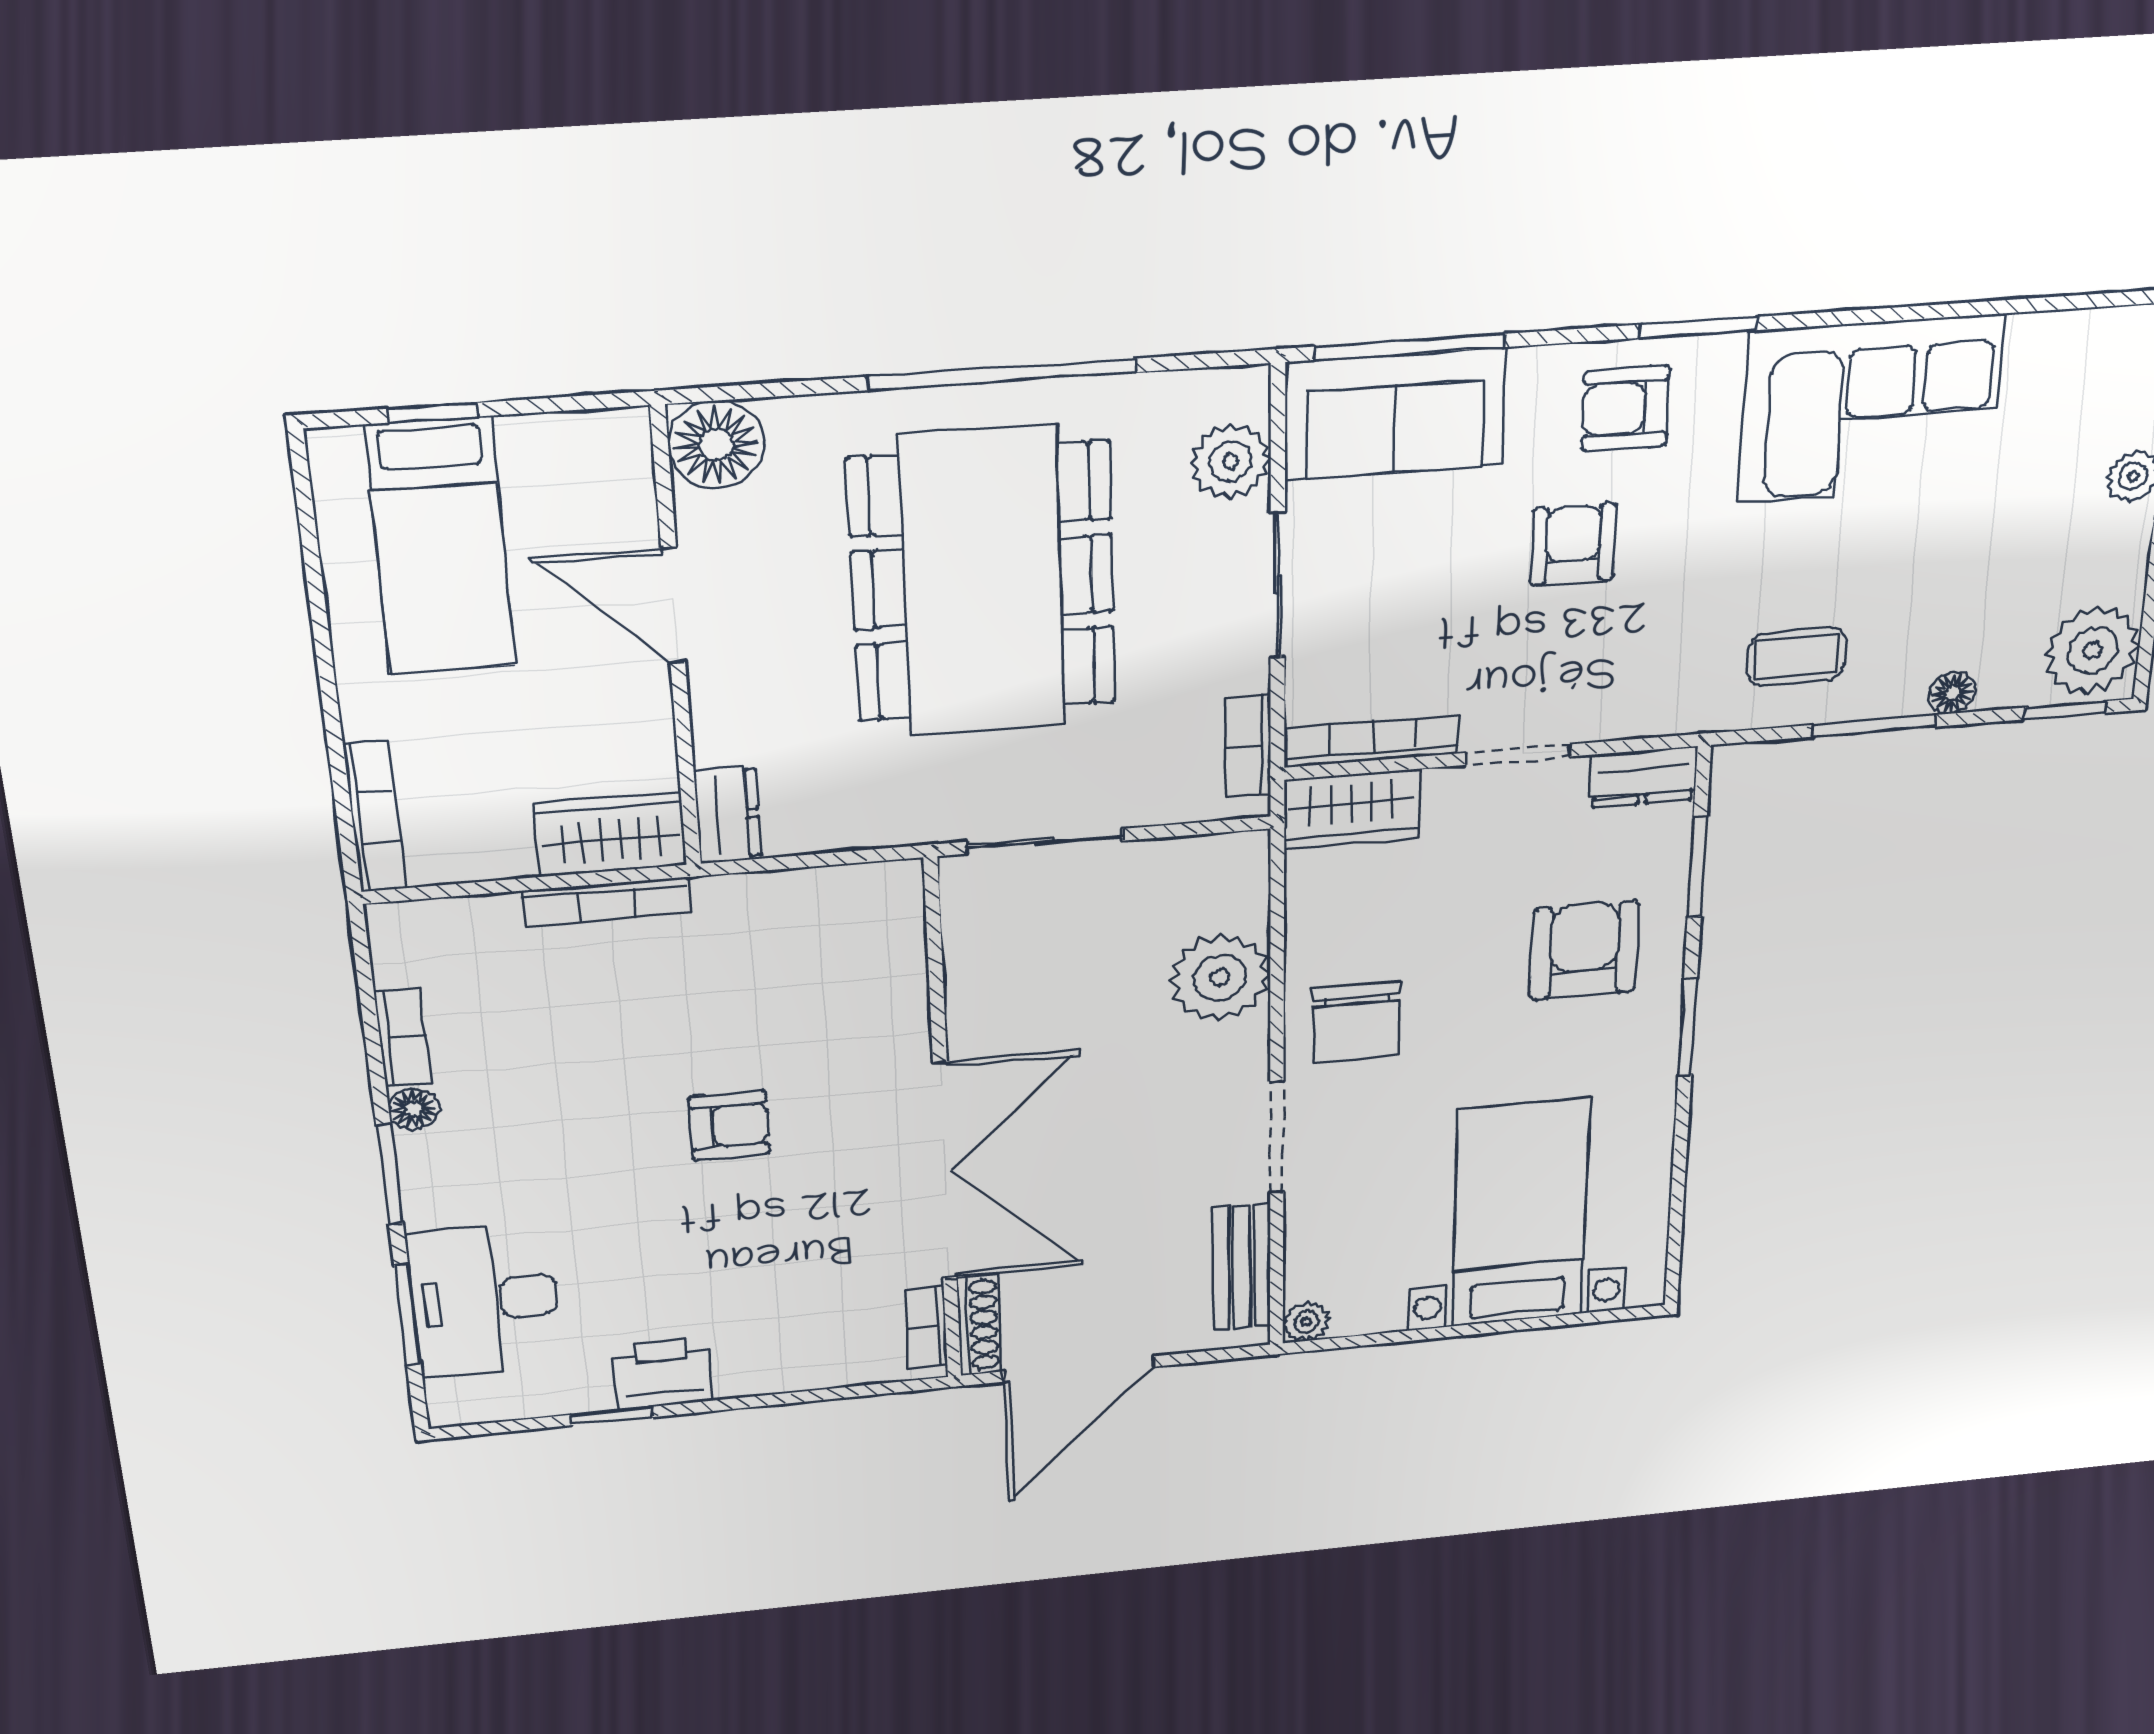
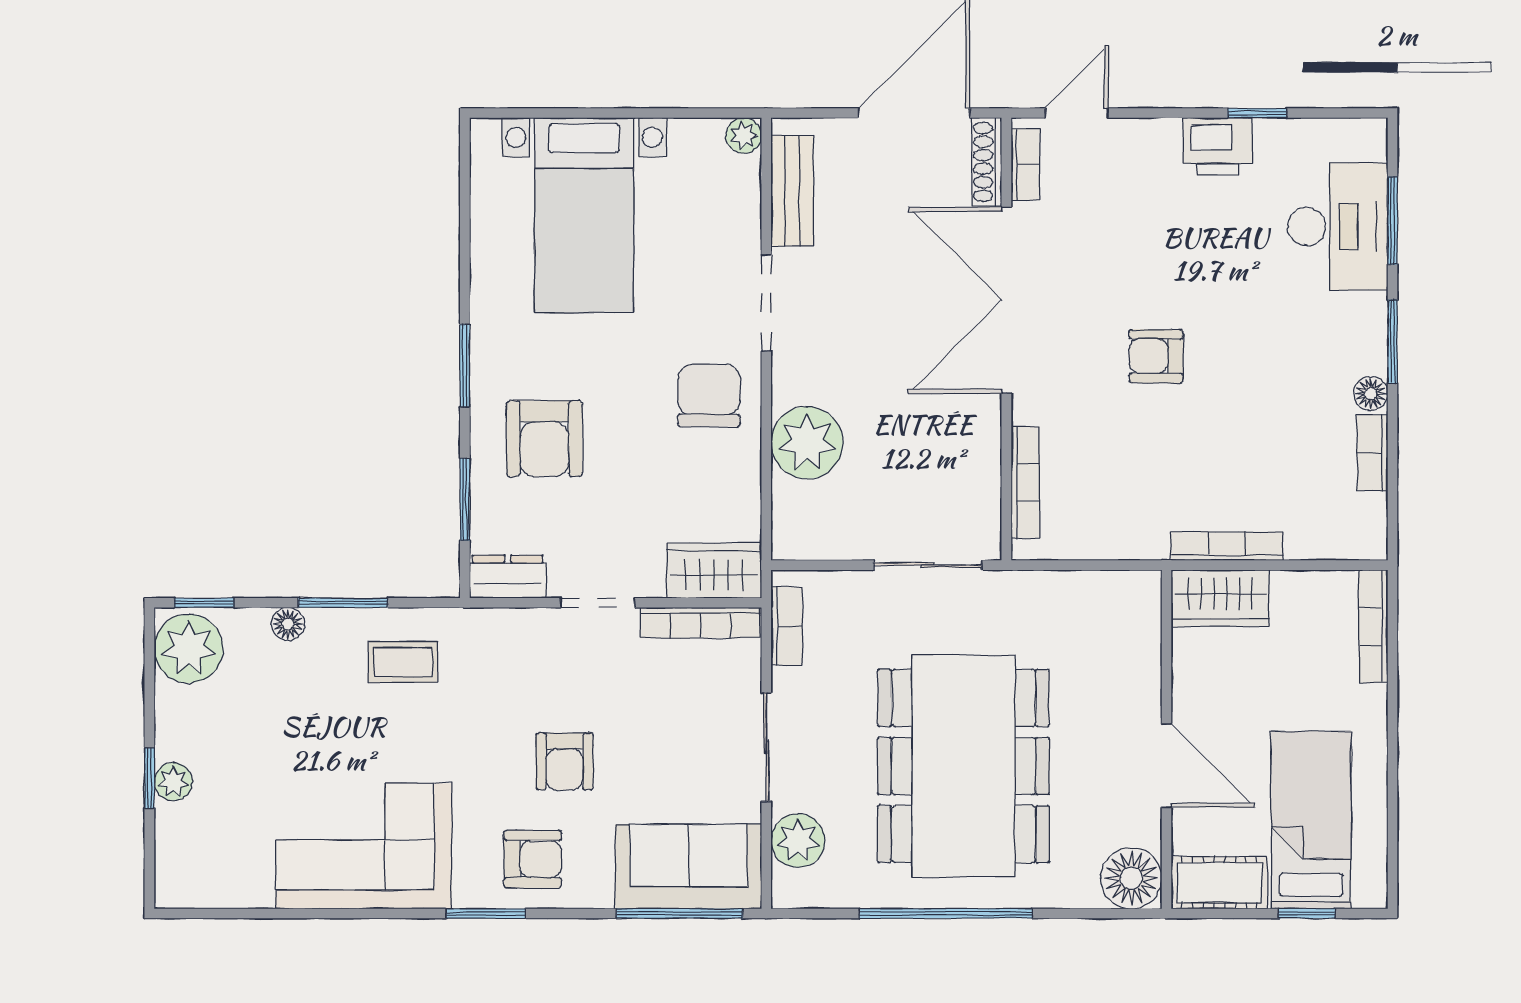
cot: (577, 448) -> (1219, 883), added
dresser: (728, 815) -> (1141, 606), removed
bookcase: (907, 956) -> (1025, 483), added
door: (859, 1391) -> (1077, 113), added

